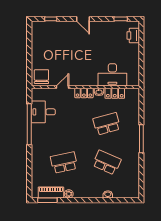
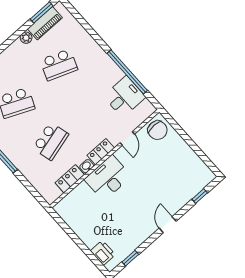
door: (83, 19) -> (168, 225), hinge flipped
desk: (112, 75) -> (108, 178), moved
school desk: (64, 162) -> (59, 65), turned 33

